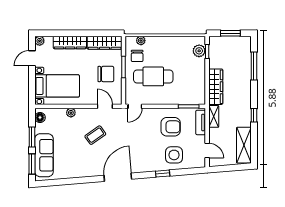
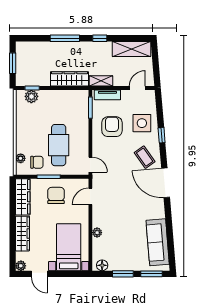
window: (254, 66) -> (65, 38), moved
coffee table: (95, 135) -> (145, 157), moved
sofa: (44, 155) -> (158, 242), moved, turned -95

